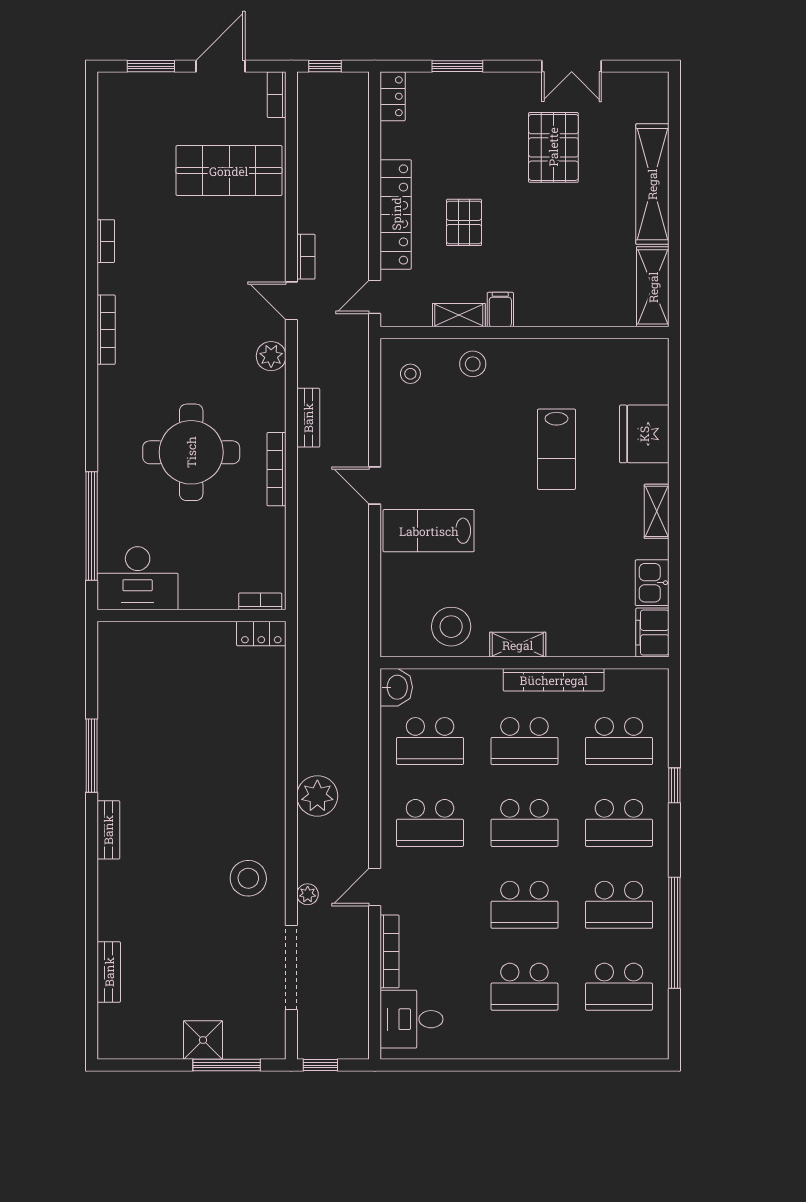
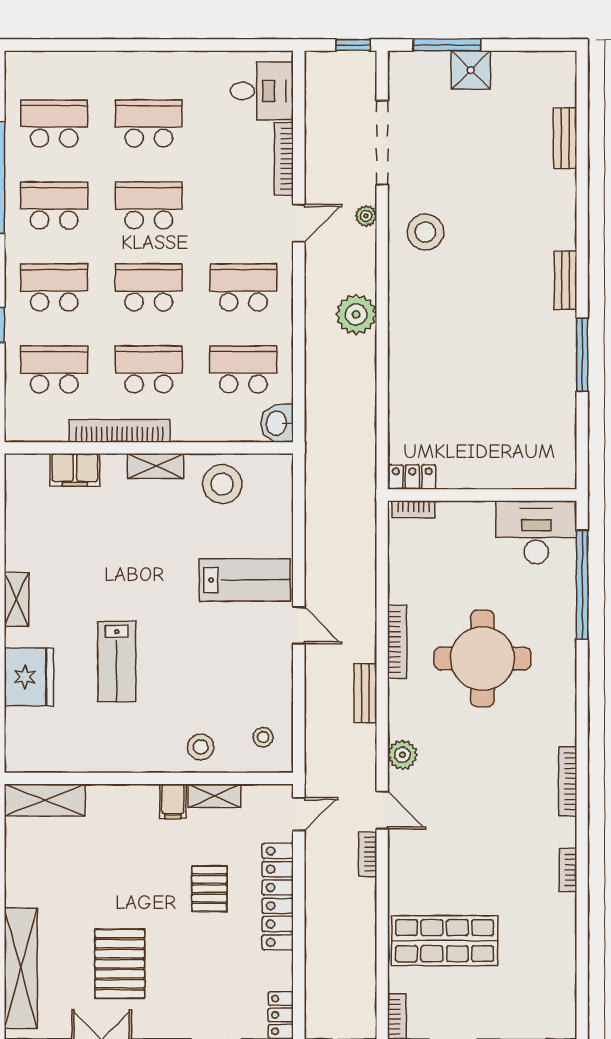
shelving: (652, 184) -> (21, 968), moved
shelving: (653, 287) -> (45, 800), moved, turned 90
lab bench: (556, 449) -> (117, 662), turned 180
kitchen sink: (652, 583) -> (21, 528), removed
filing cabinet: (652, 633) -> (75, 470), moved, turned 90

